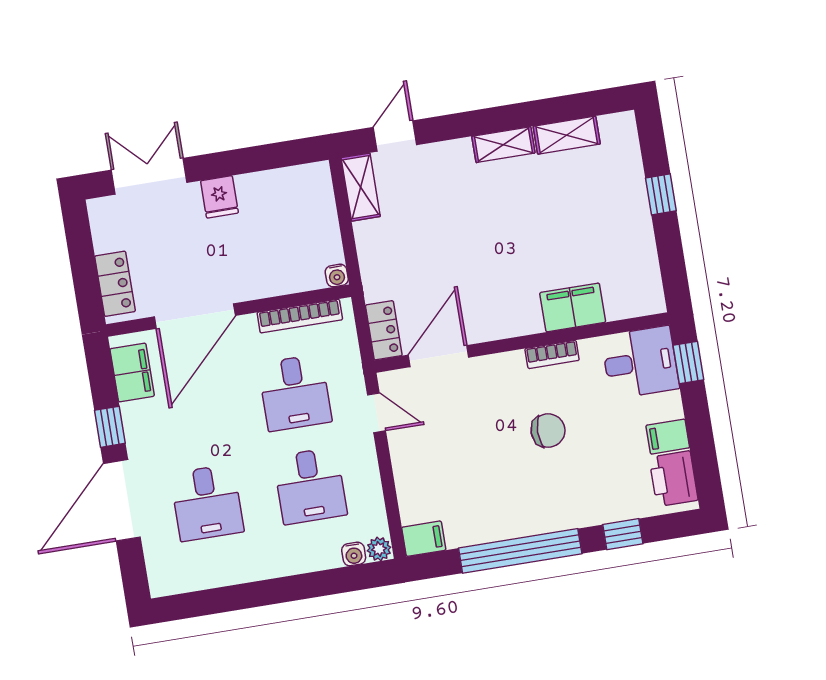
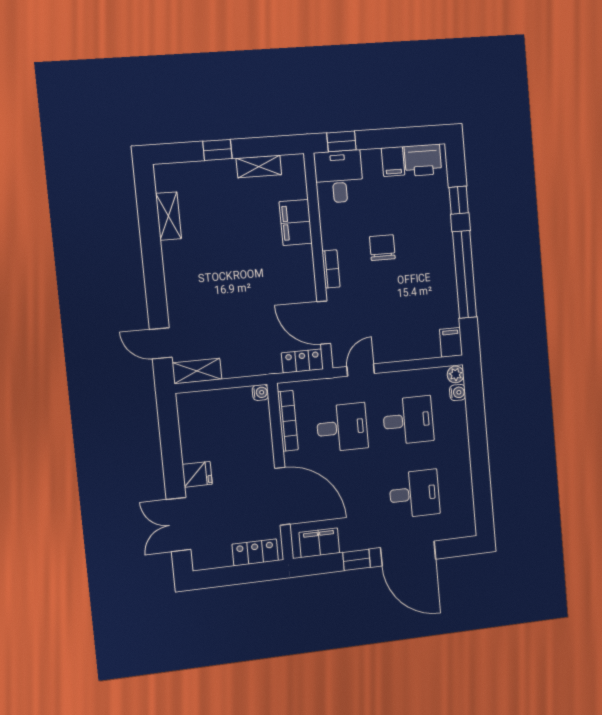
shelving: (503, 145) -> (259, 166), moved, turned 90
bookcase: (552, 354) -> (331, 269), moved

